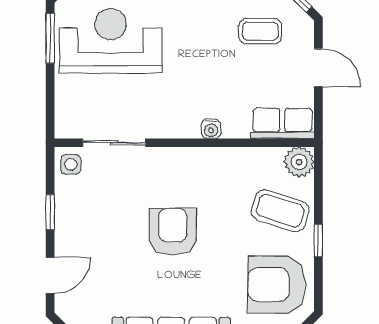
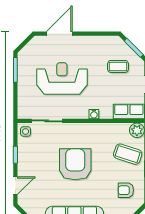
reception desk: (111, 41) -> (62, 78), moved
armchair: (173, 232) -> (75, 164), width x1.36, depth x1.36
armchair: (276, 285) -> (126, 190), width x0.53, depth x0.53

